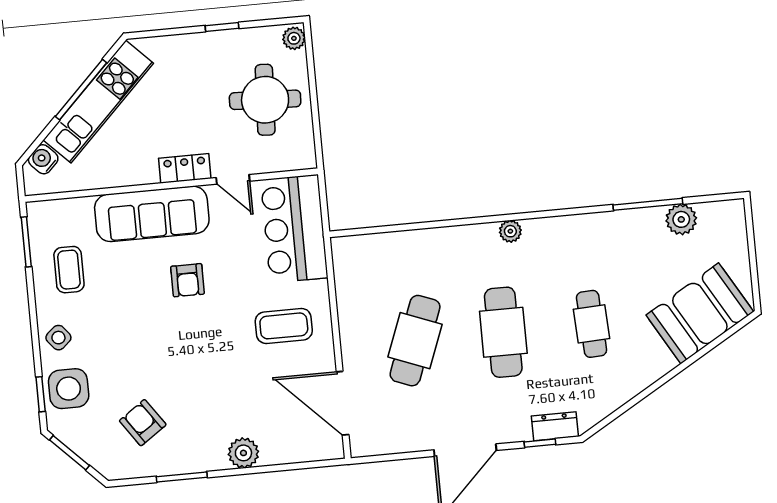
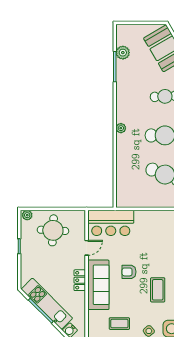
locker: (185, 168) -> (80, 280), moved
armchair: (188, 280) -> (129, 272), turned 180
coffee table: (284, 326) -> (158, 290), moved

